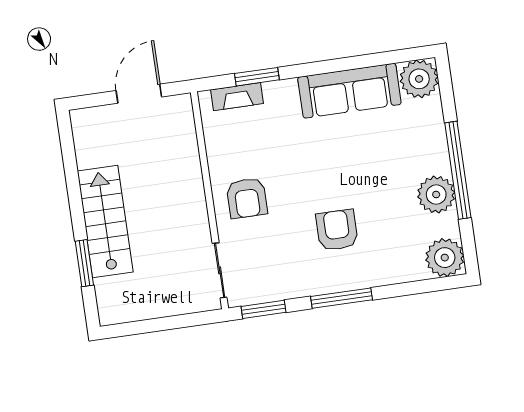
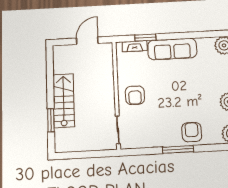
sofa: (349, 91) -> (172, 49), moved
armchair: (337, 230) -> (192, 132), moved
window: (263, 309) -> (138, 152), removed

